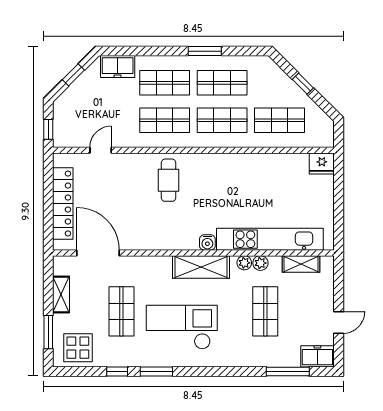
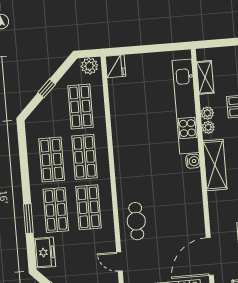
window: (205, 51) -> (28, 219), moved
plant: (325, 134) -> (89, 66), added
cafe table: (169, 180) -> (136, 221), moved, turned 90

